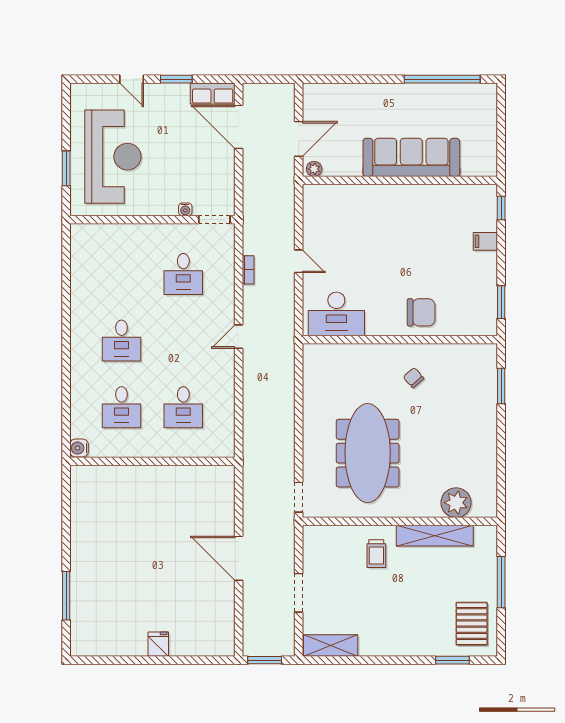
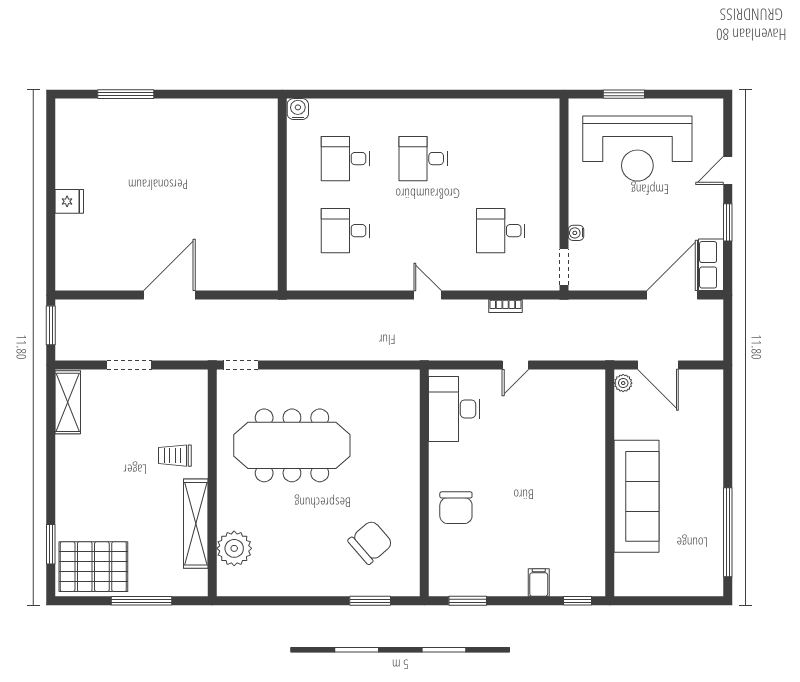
chair: (414, 378) -> (370, 542), moved, width x1.87, depth x1.87
pallet: (472, 624) -> (93, 567), width x1.37, depth x1.41

